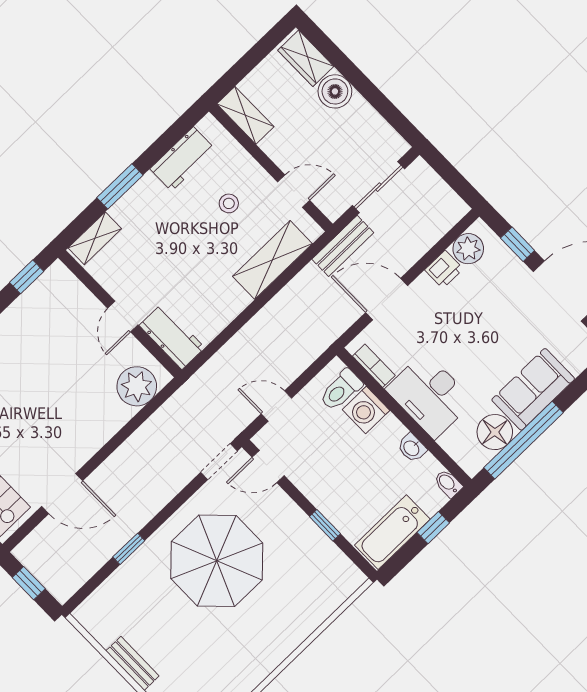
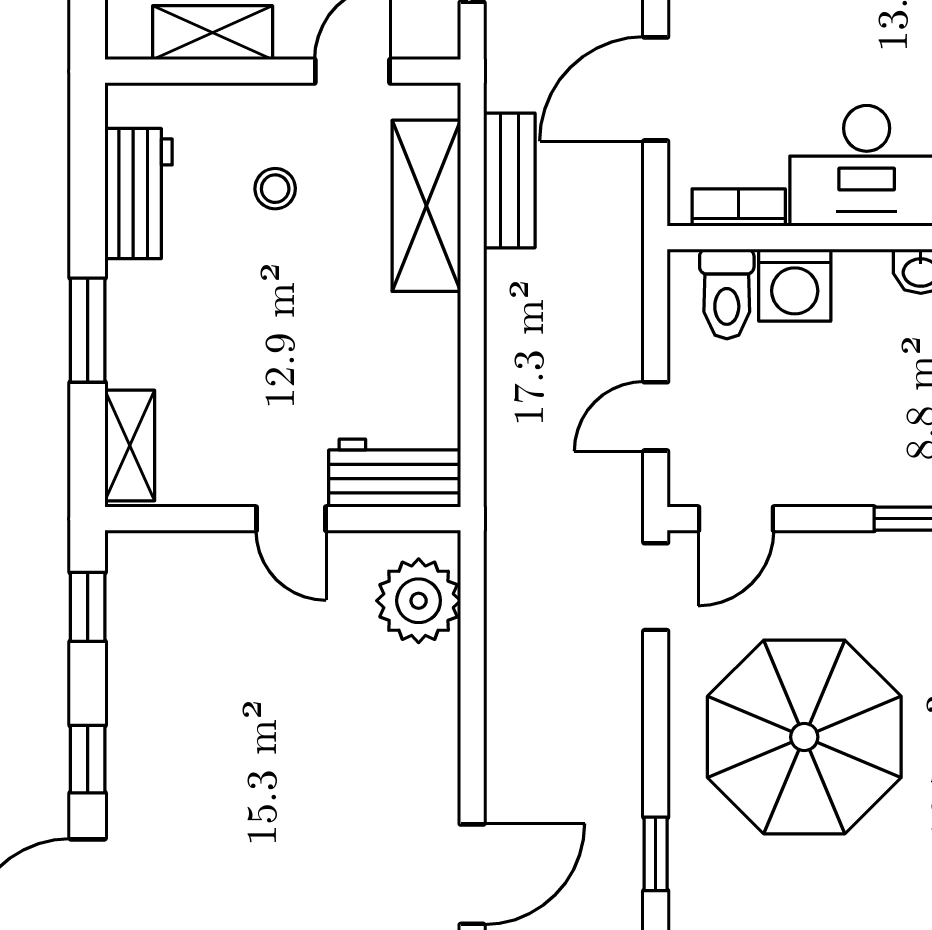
shelving: (245, 115) -> (213, 33), moved
bench: (343, 246) -> (509, 180), moved

